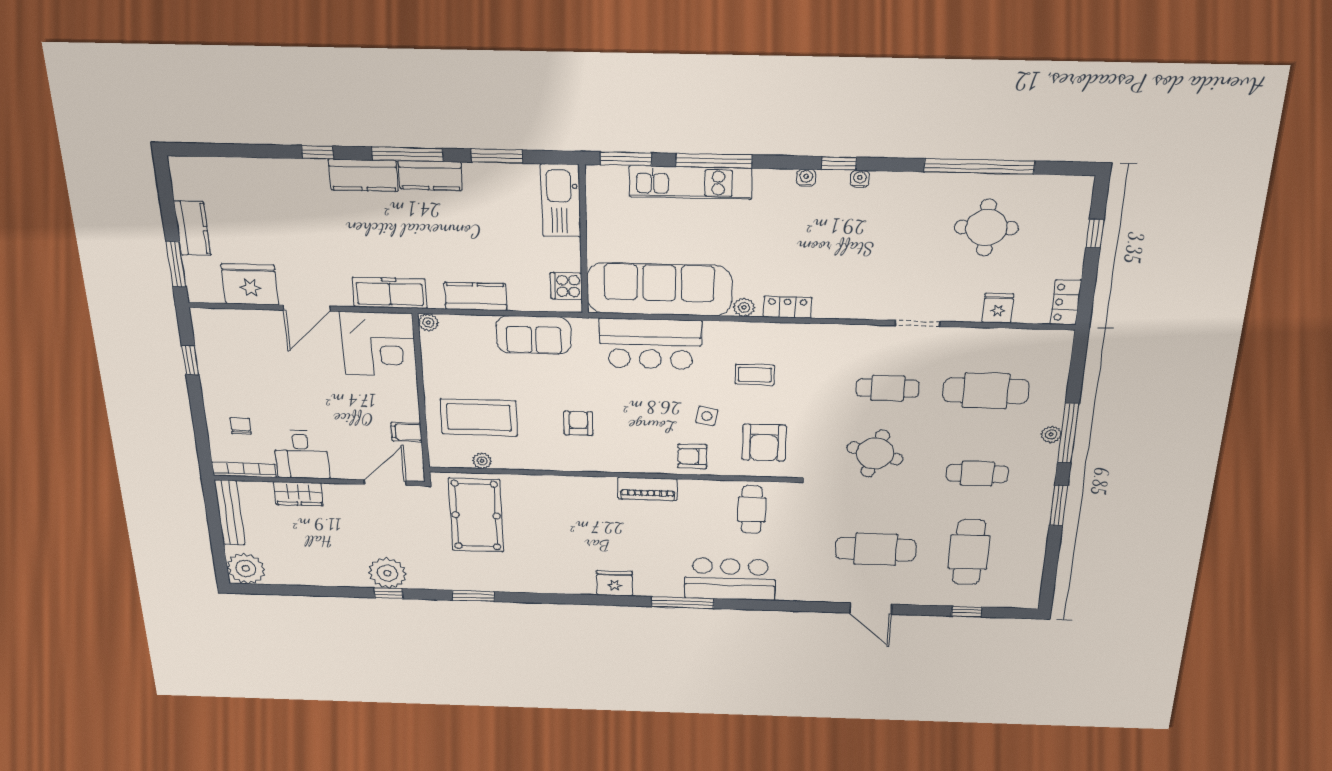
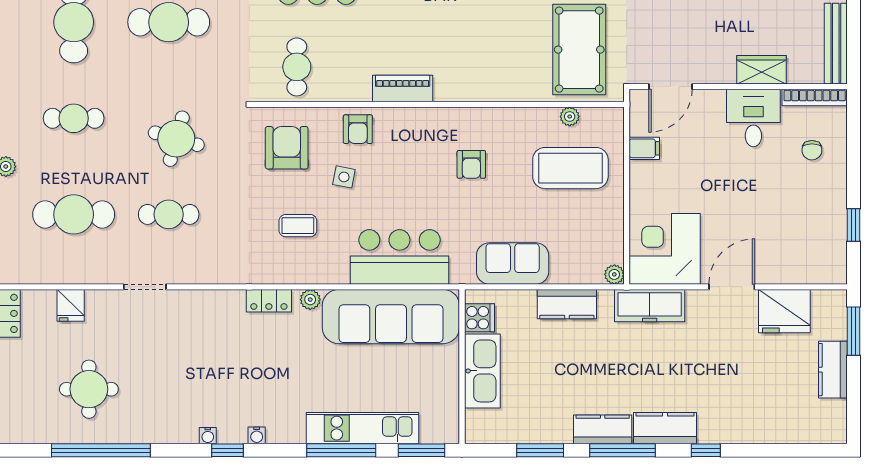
kitchen sink: (561, 201) -> (482, 371), moved
armchair: (692, 456) -> (358, 129), turned 90

